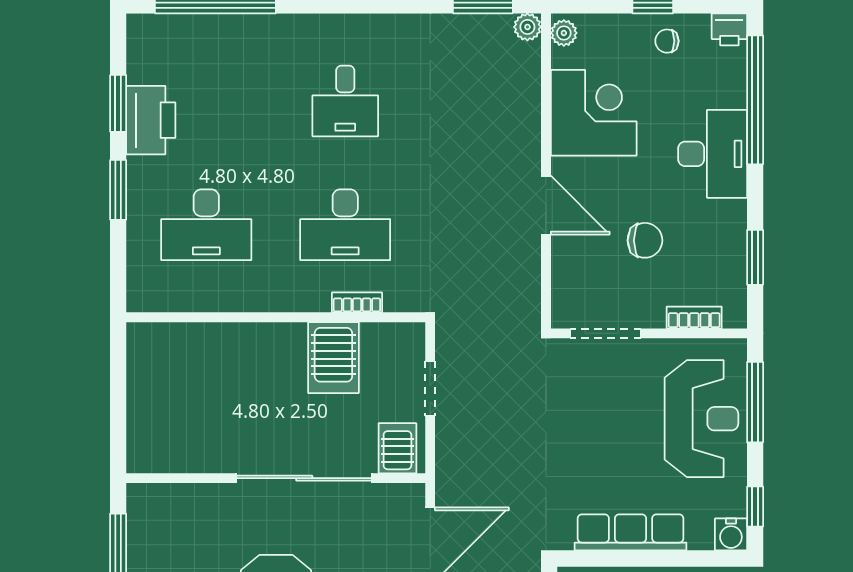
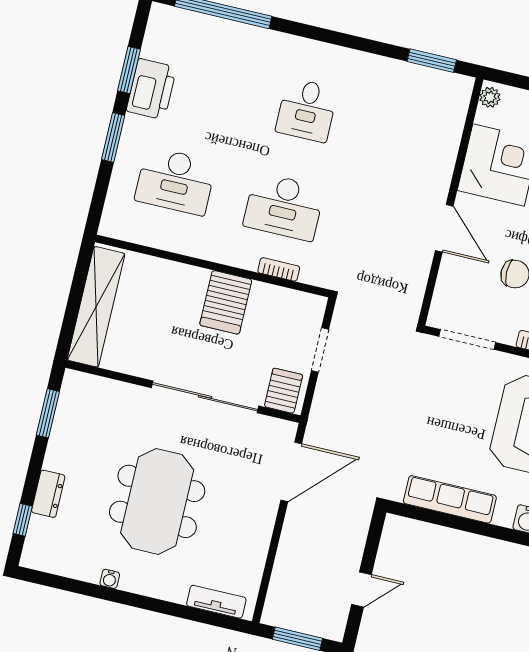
plant: (527, 27) -> (463, 86), removed
server rack: (333, 358) -> (226, 302), moved
shelving: (146, 400) -> (96, 307), added

